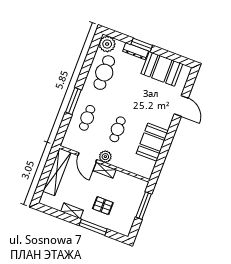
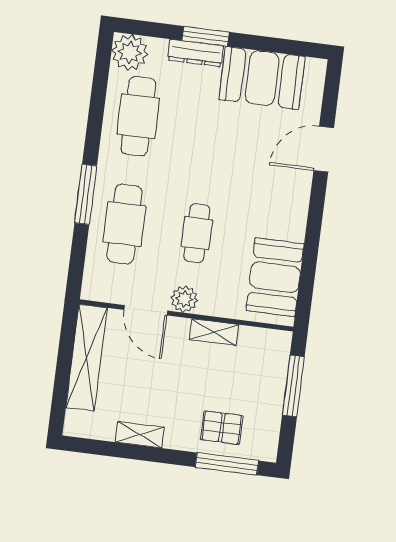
door: (181, 106) -> (324, 149), swing flipped
cafe table: (87, 118) -> (124, 224), width x1.37, depth x1.35
booth: (152, 142) -> (275, 277), moved
shelving: (105, 170) -> (214, 332), moved
pallet: (103, 206) -> (222, 428), moved
window: (93, 227) -> (227, 464), moved

